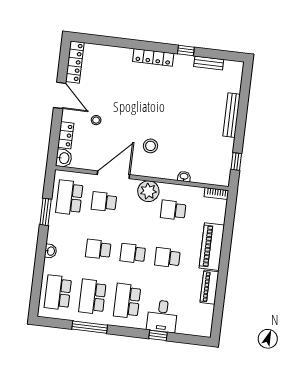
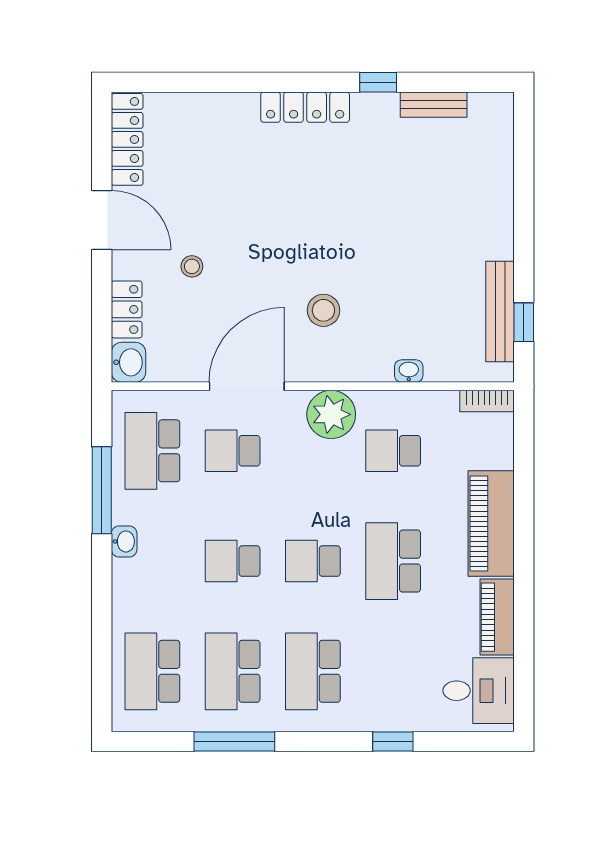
bench: (231, 115) -> (500, 311), moved
window: (46, 212) -> (102, 490), width x1.44
washbasin: (51, 251) -> (124, 541), moved
school desk: (167, 258) -> (393, 561), width x1.85
desk: (162, 316) -> (479, 691), moved, turned -90

